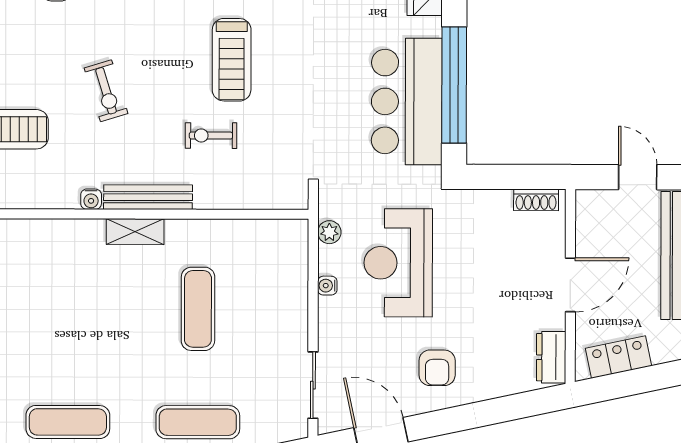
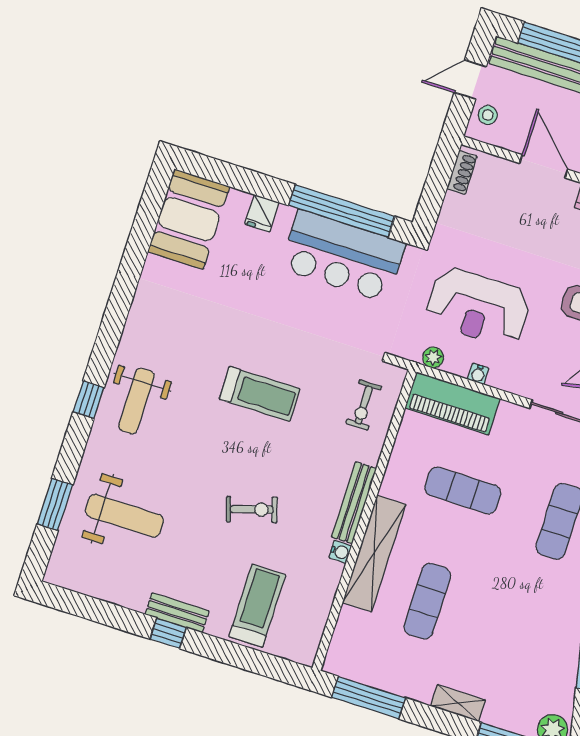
exercise bike: (211, 136) -> (364, 405), moved
stool: (606, 208) -> (488, 115), added
shelving: (135, 232) -> (374, 554), width x2.20, depth x1.33
piano: (287, 268) -> (452, 403), added
exercise mat: (68, 422) -> (427, 601), moved

